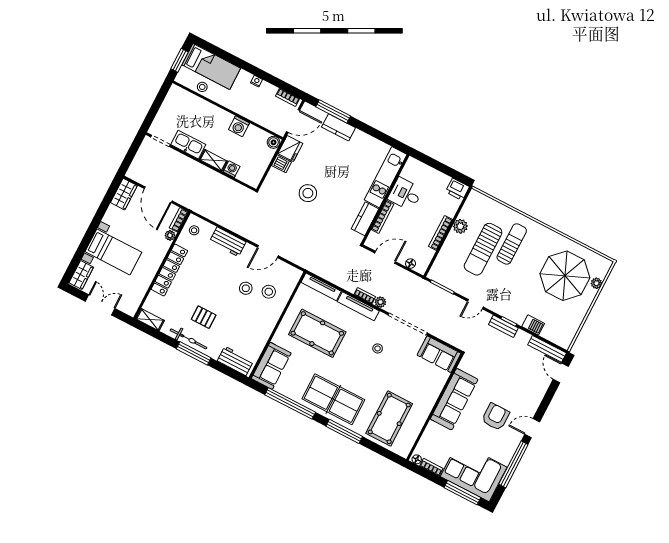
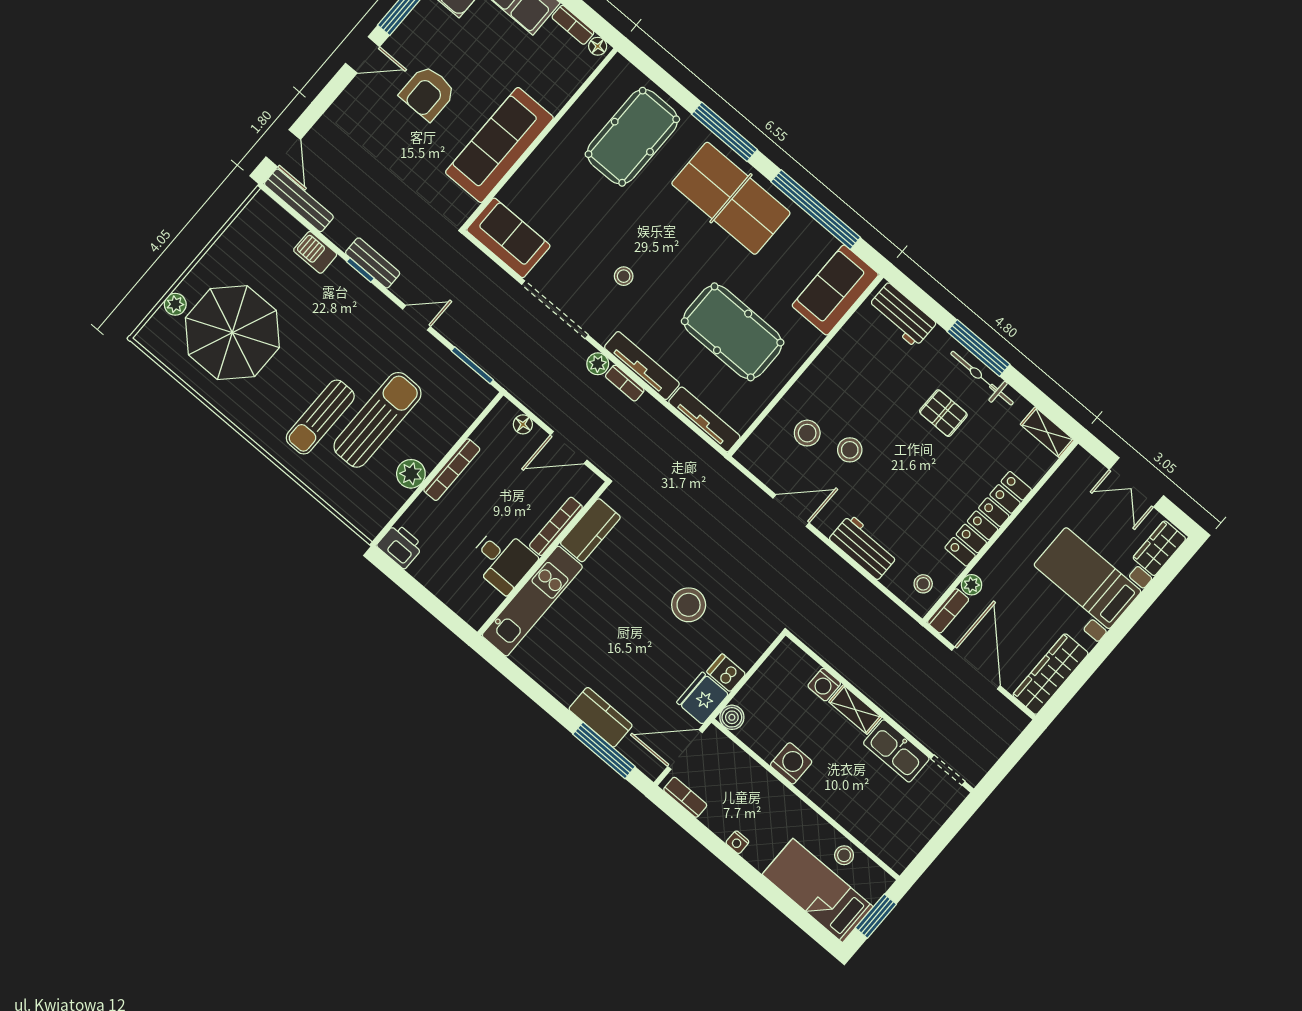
wardrobe: (124, 194) -> (1050, 674), width x1.50

